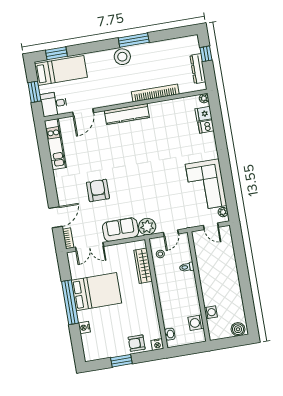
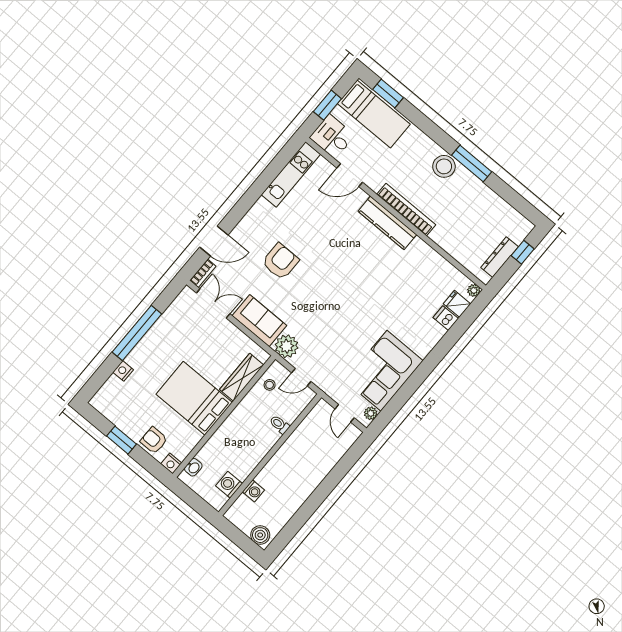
bookcase: (155, 93) -> (406, 210), moved
double door: (90, 247) -> (213, 303), swing flipped
bed: (96, 292) -> (194, 398), moved, turned 180

